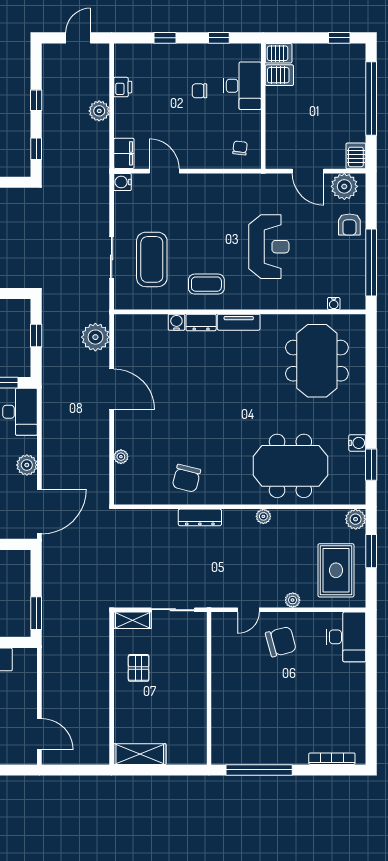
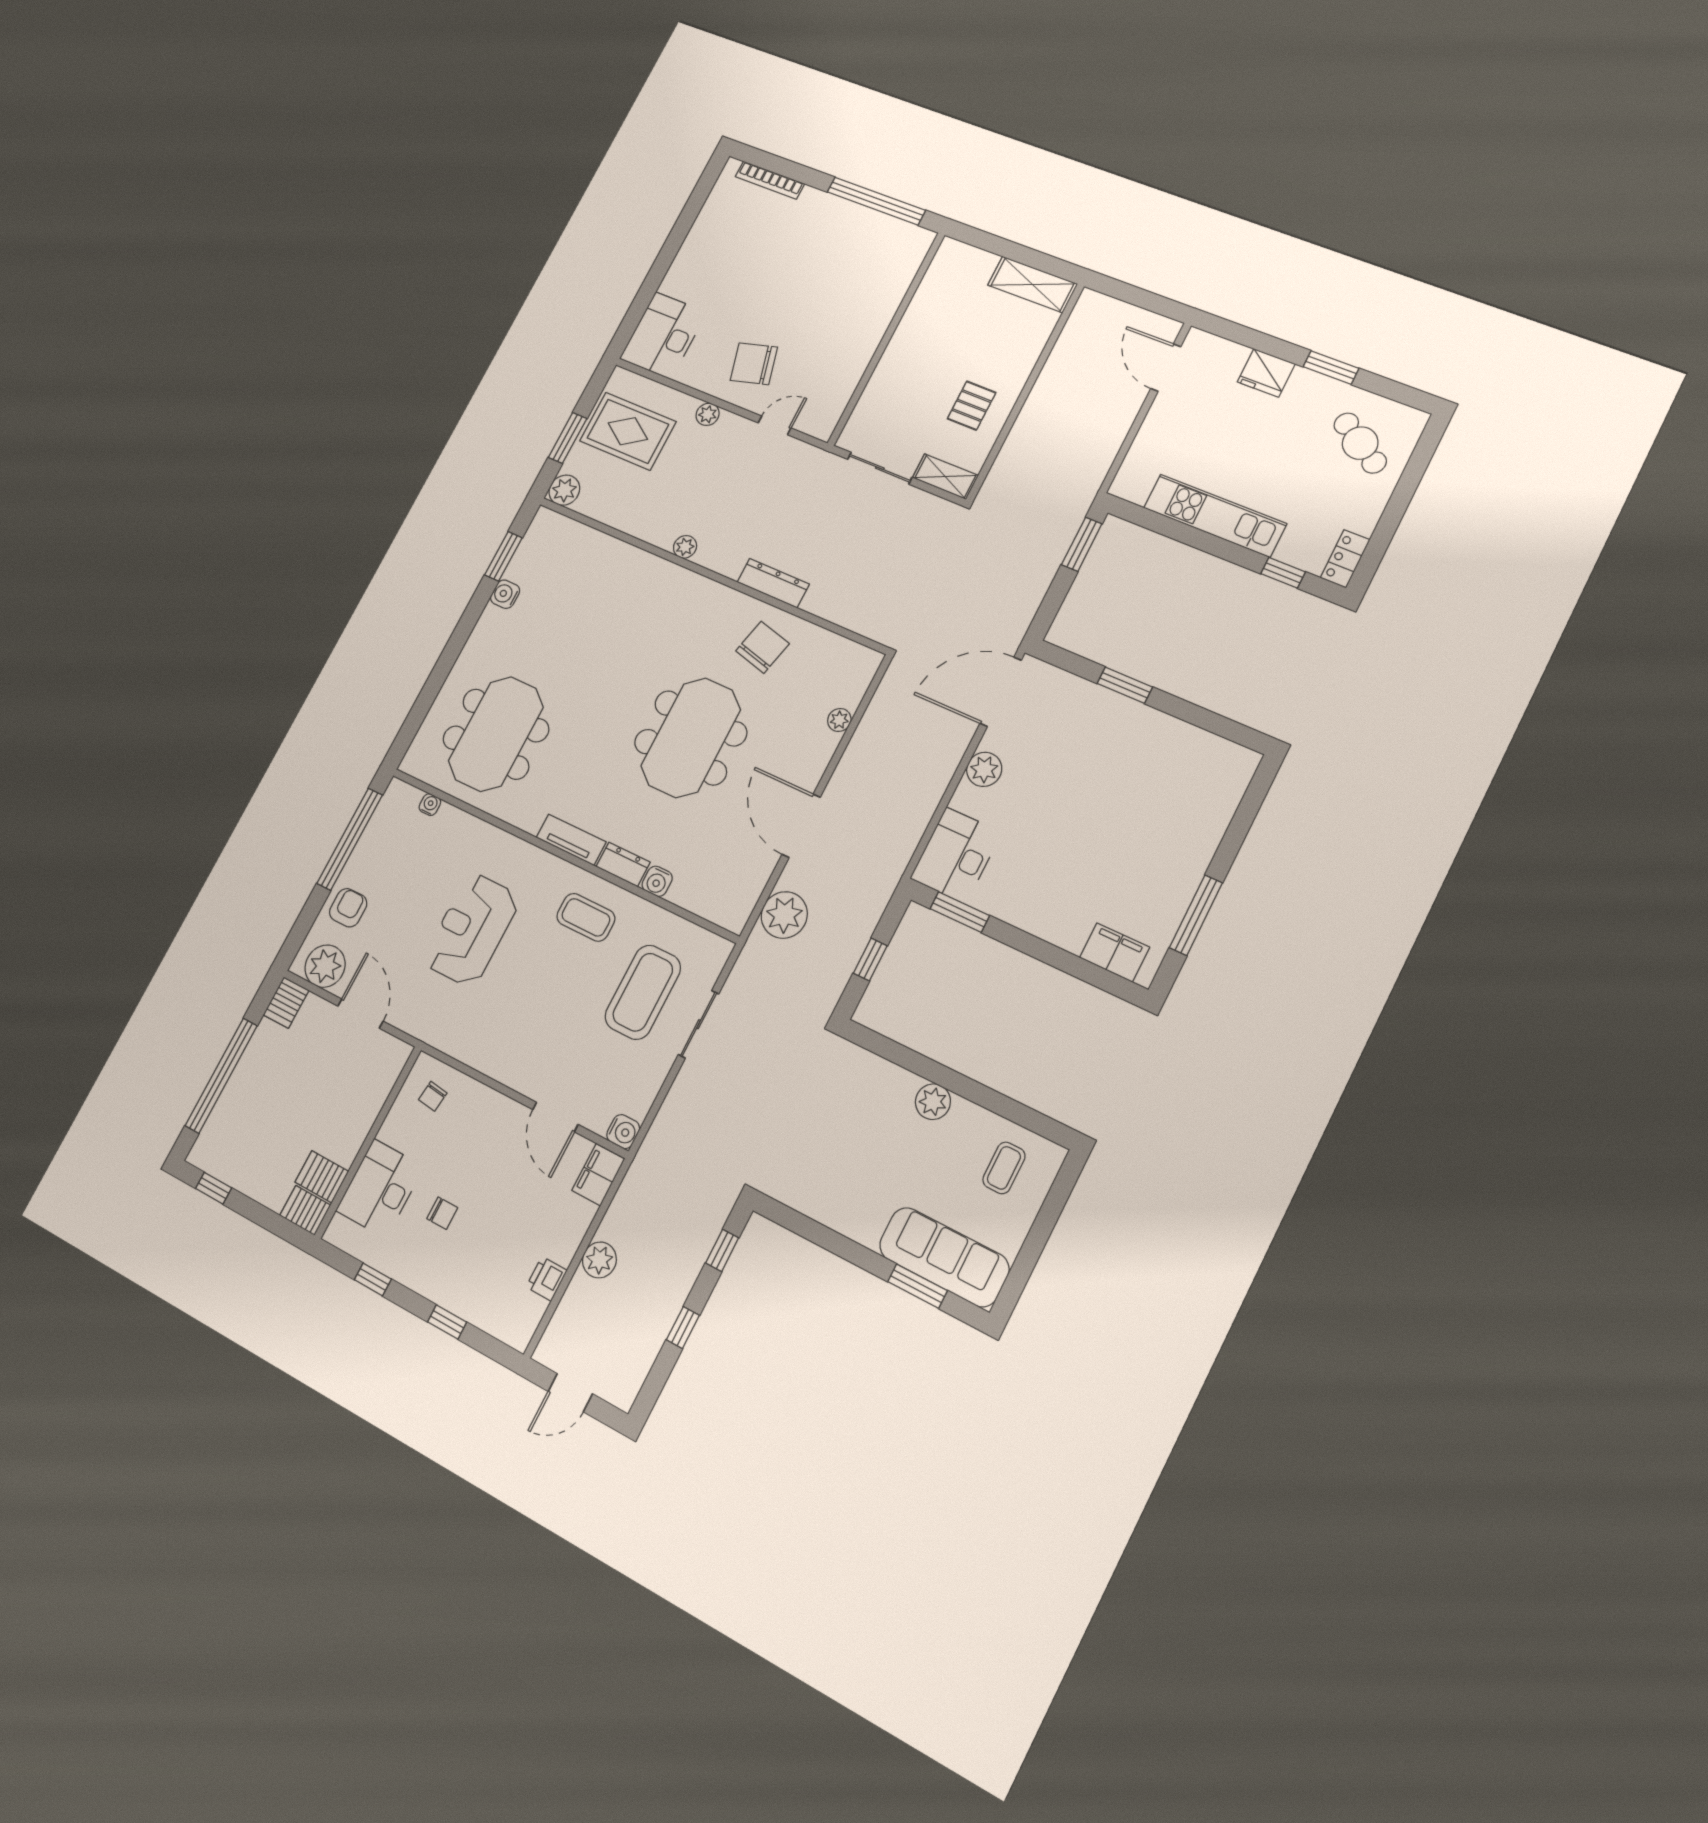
meeting table: (290, 466) -> (691, 738), moved, turned 90
rug: (336, 570) -> (628, 431), turned 90

